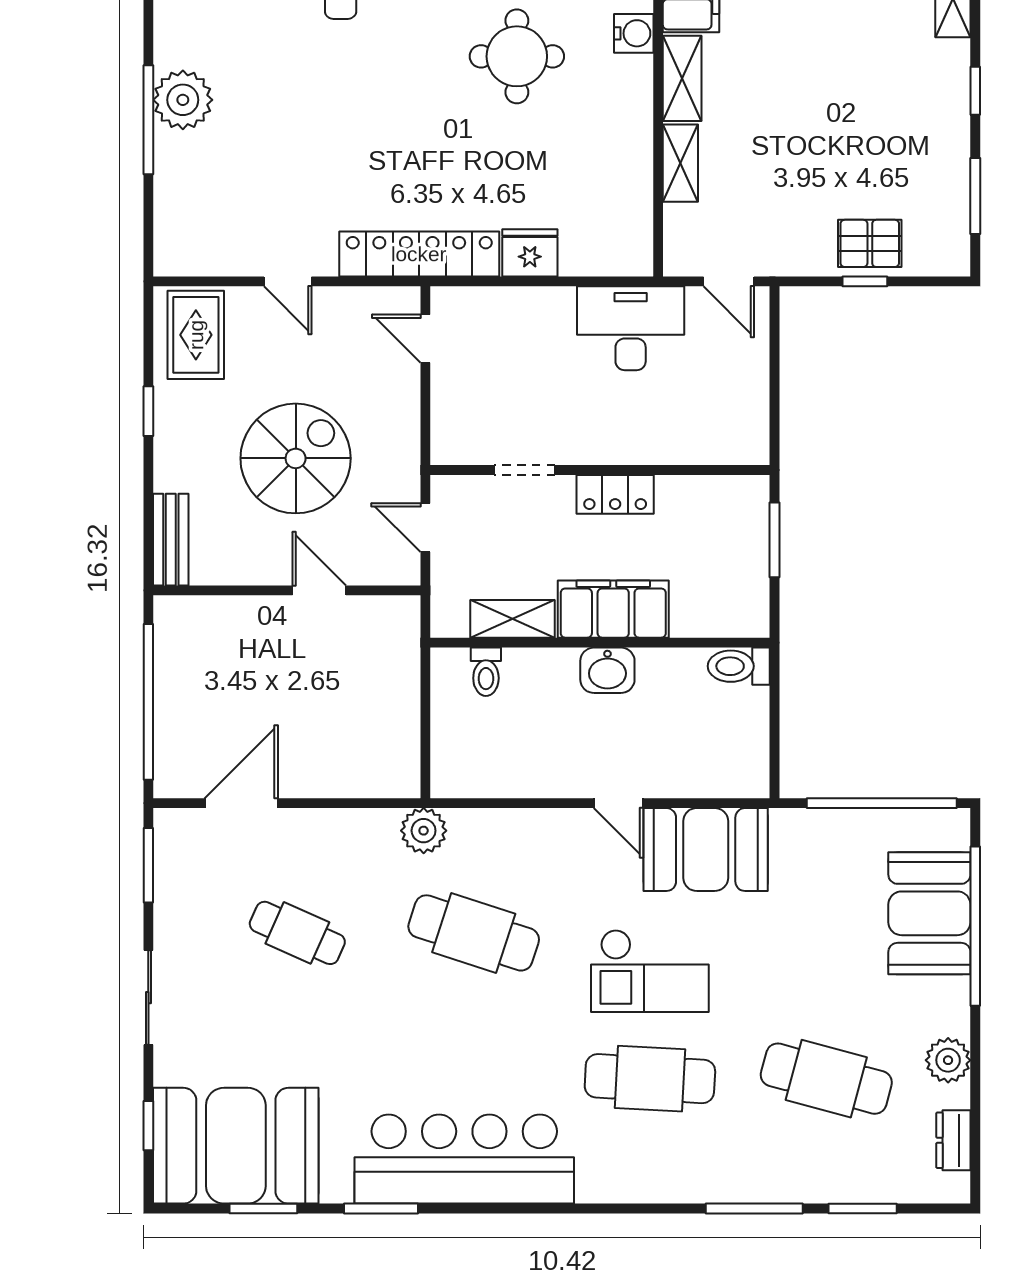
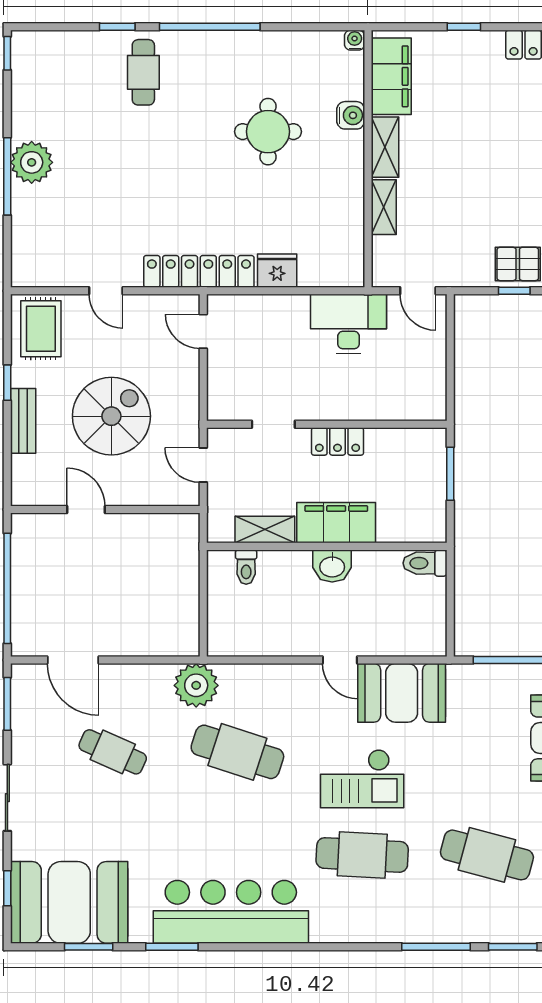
bench: (171, 540) -> (23, 421), moved
door: (319, 590) -> (86, 509), moved
door: (241, 803) -> (73, 660), swing flipped
plant: (424, 831) -> (196, 685), width x1.36, depth x1.36

